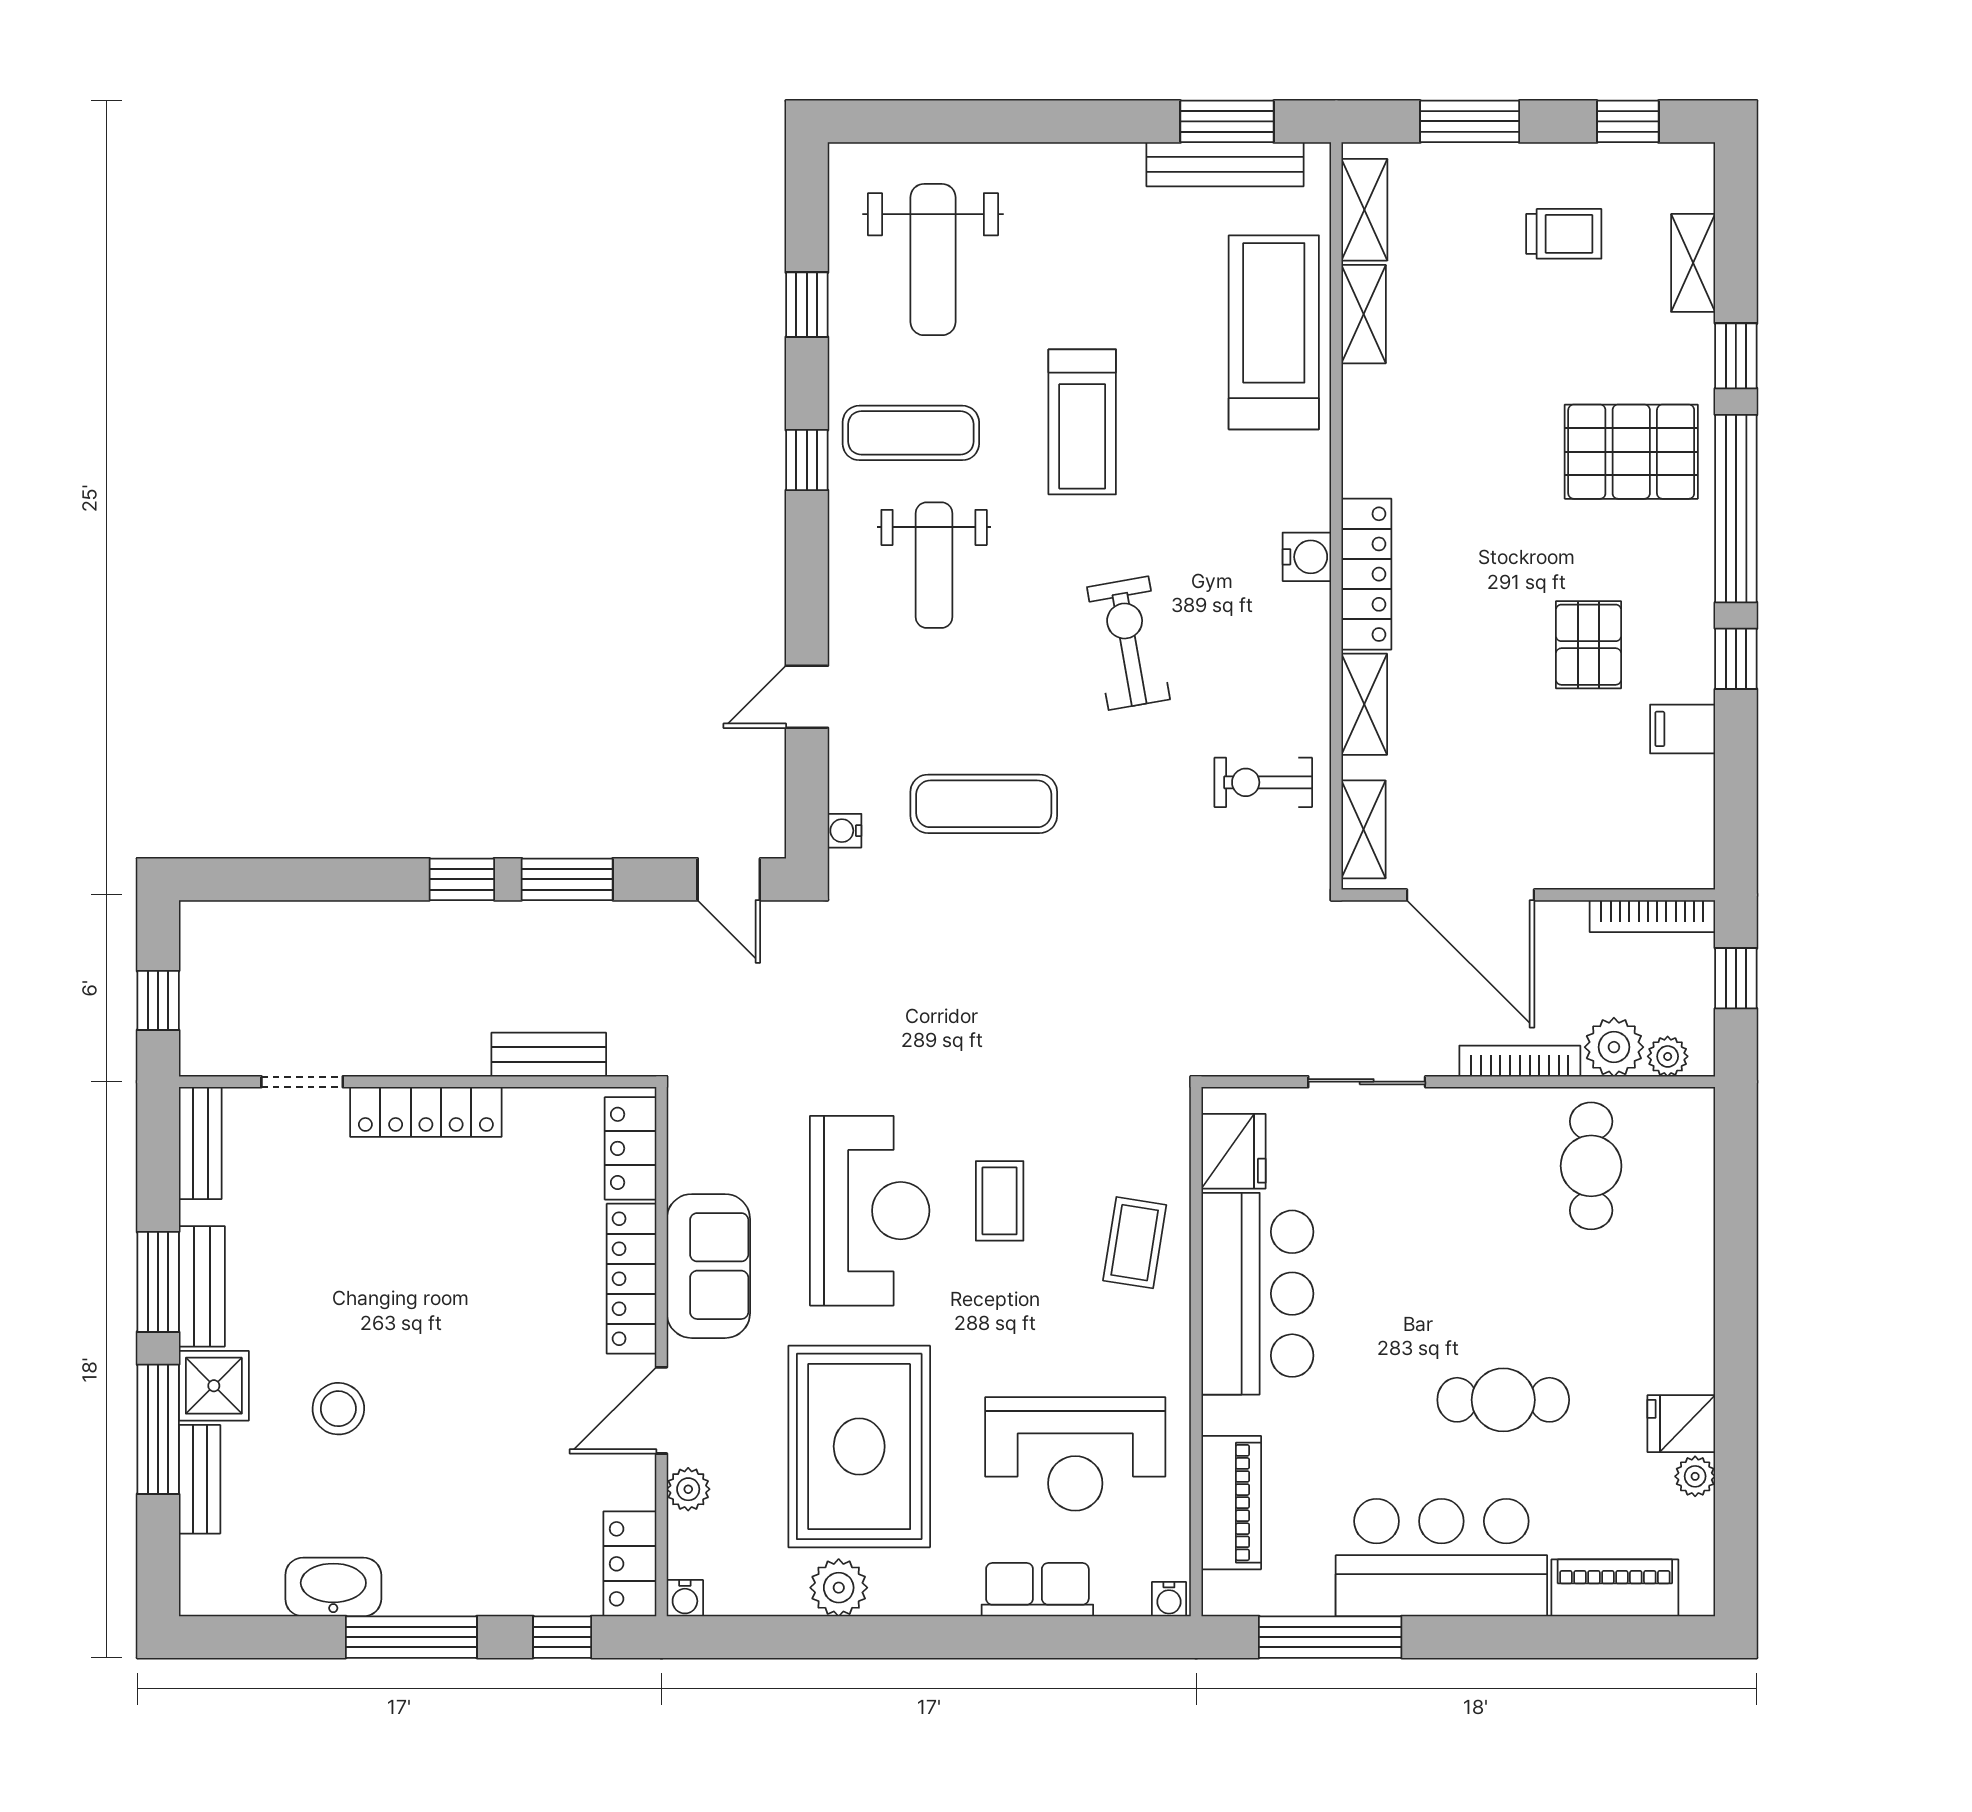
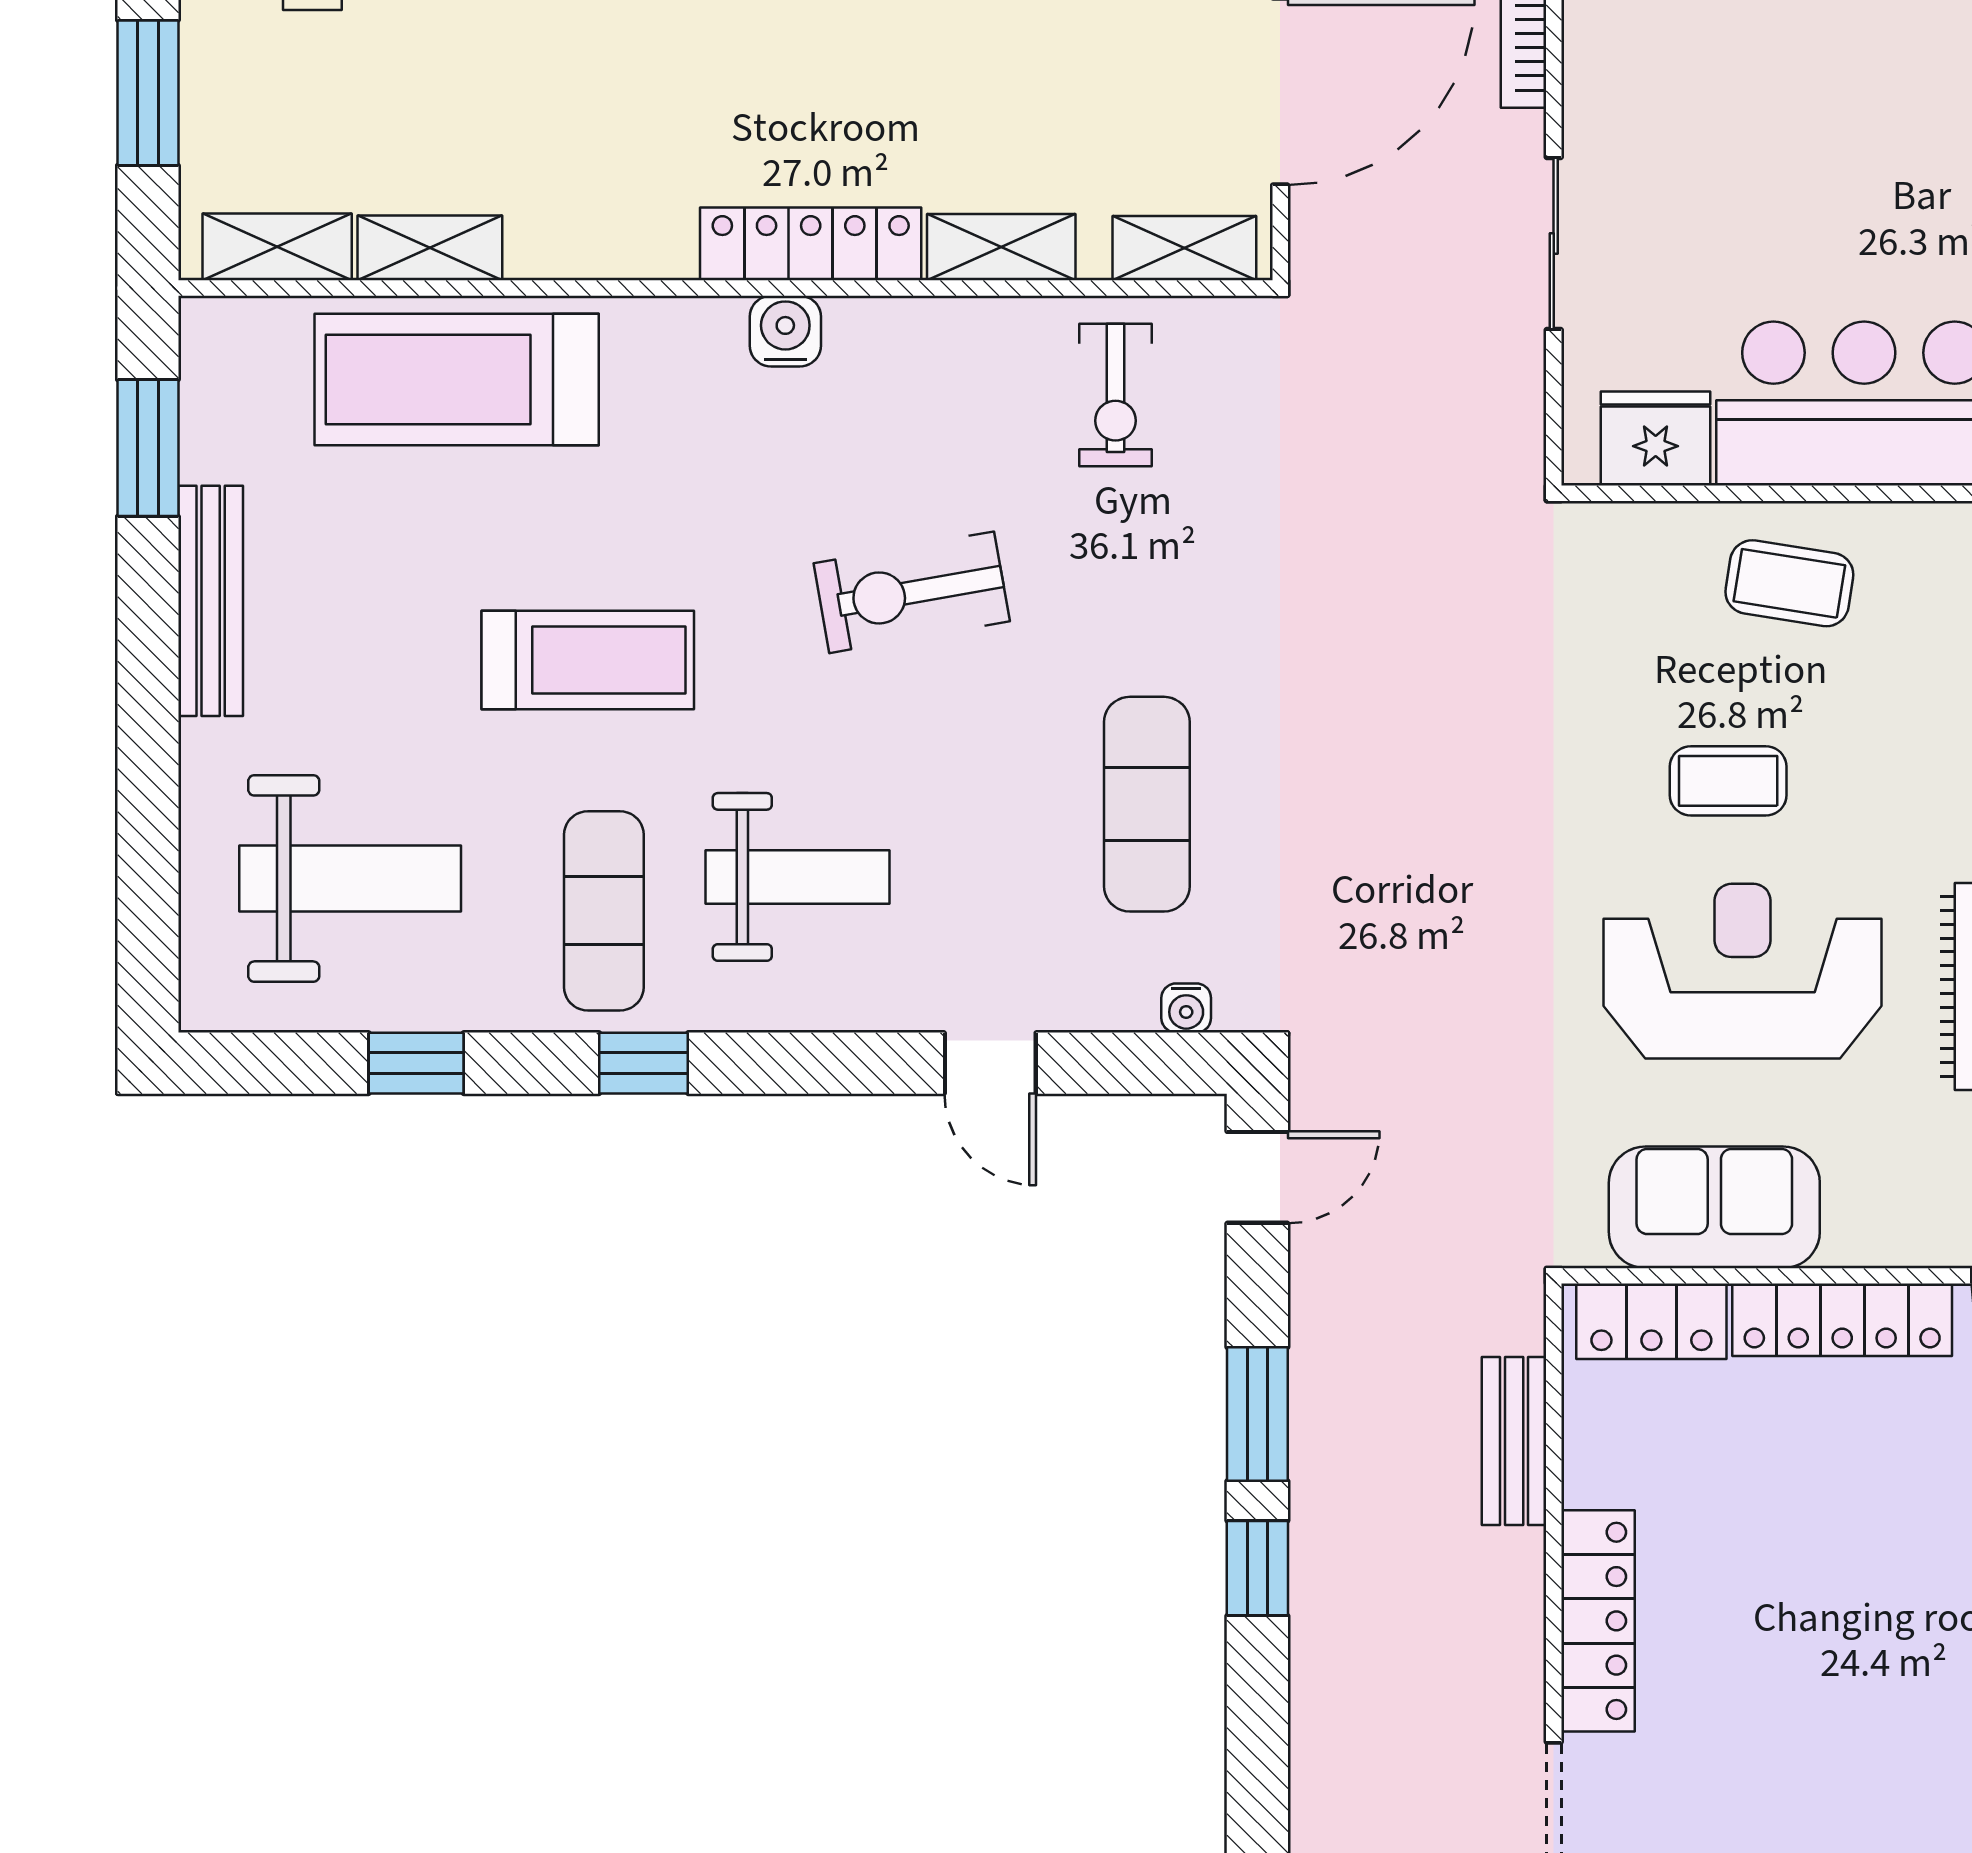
bench: (1225, 164) -> (211, 601), moved
sofa: (708, 1266) -> (1714, 1207), moved

